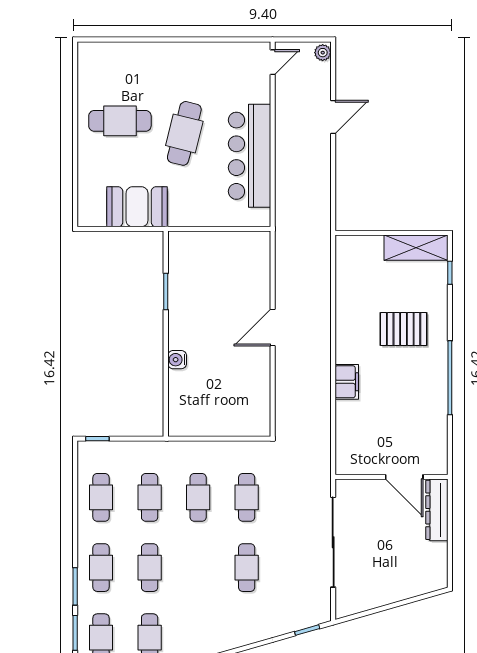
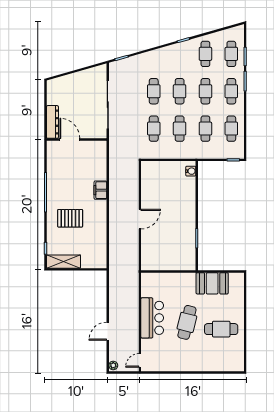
bar counter: (249, 156) -> (152, 318), width x0.73
water cooler: (177, 360) -> (191, 171), moved
cafe table: (198, 568) -> (180, 91), added

